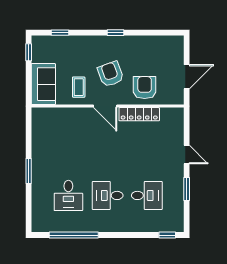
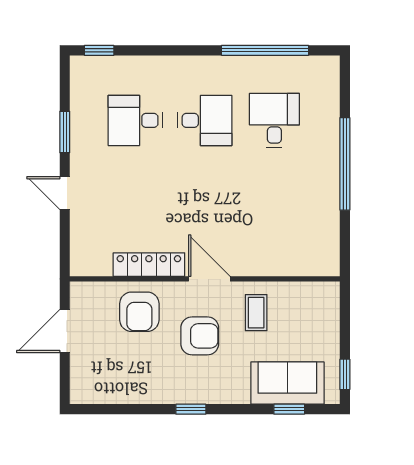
armchair: (110, 74) -> (200, 336), turned -70
sofa: (43, 84) -> (287, 383), moved, turned 90
window: (29, 171) -> (345, 164), width x2.11

